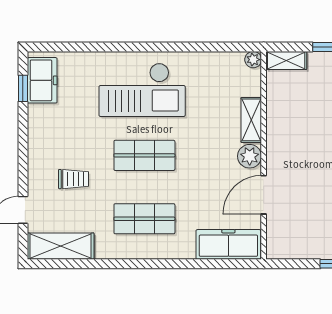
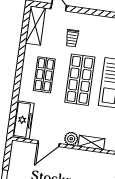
shop shelf: (144, 155) -> (80, 80), width x1.43, depth x1.36
door: (264, 195) -> (48, 144), swing flipped

